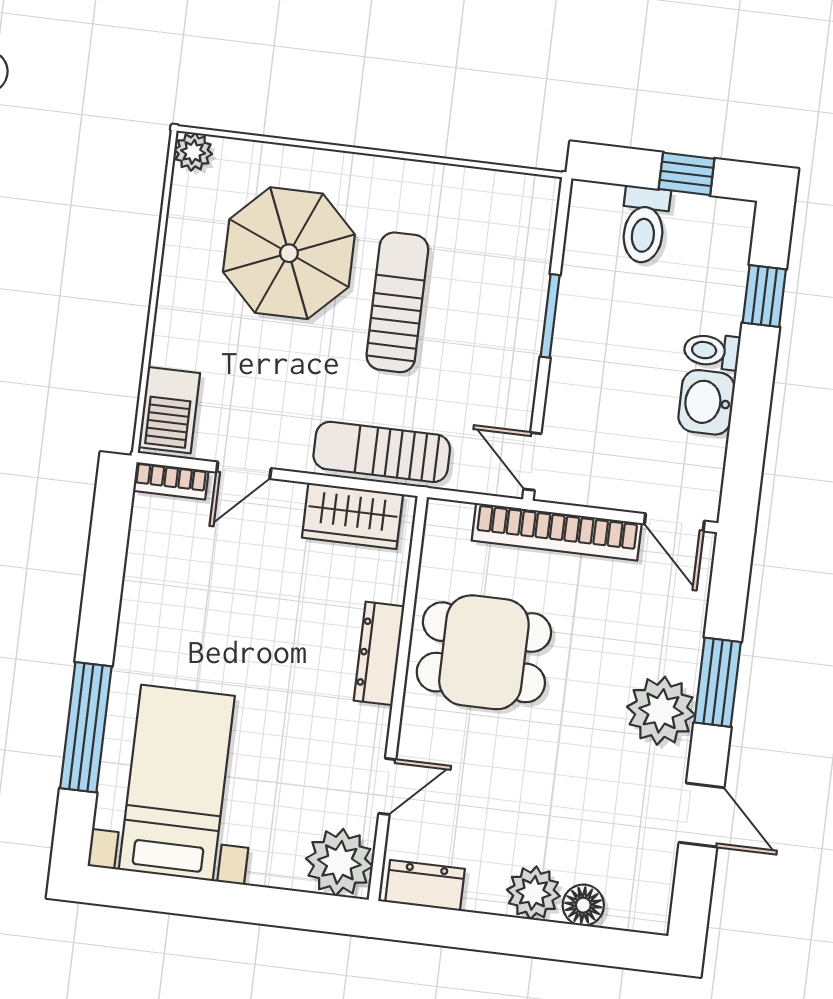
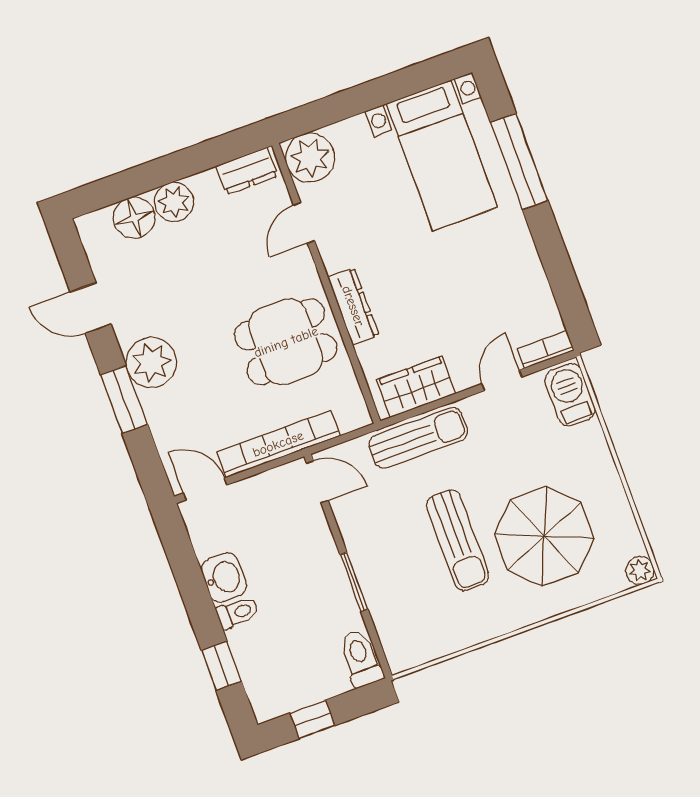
toilet: (644, 225) -> (361, 658), moved
floor lamp: (583, 905) -> (134, 218), width x1.38, depth x1.38

